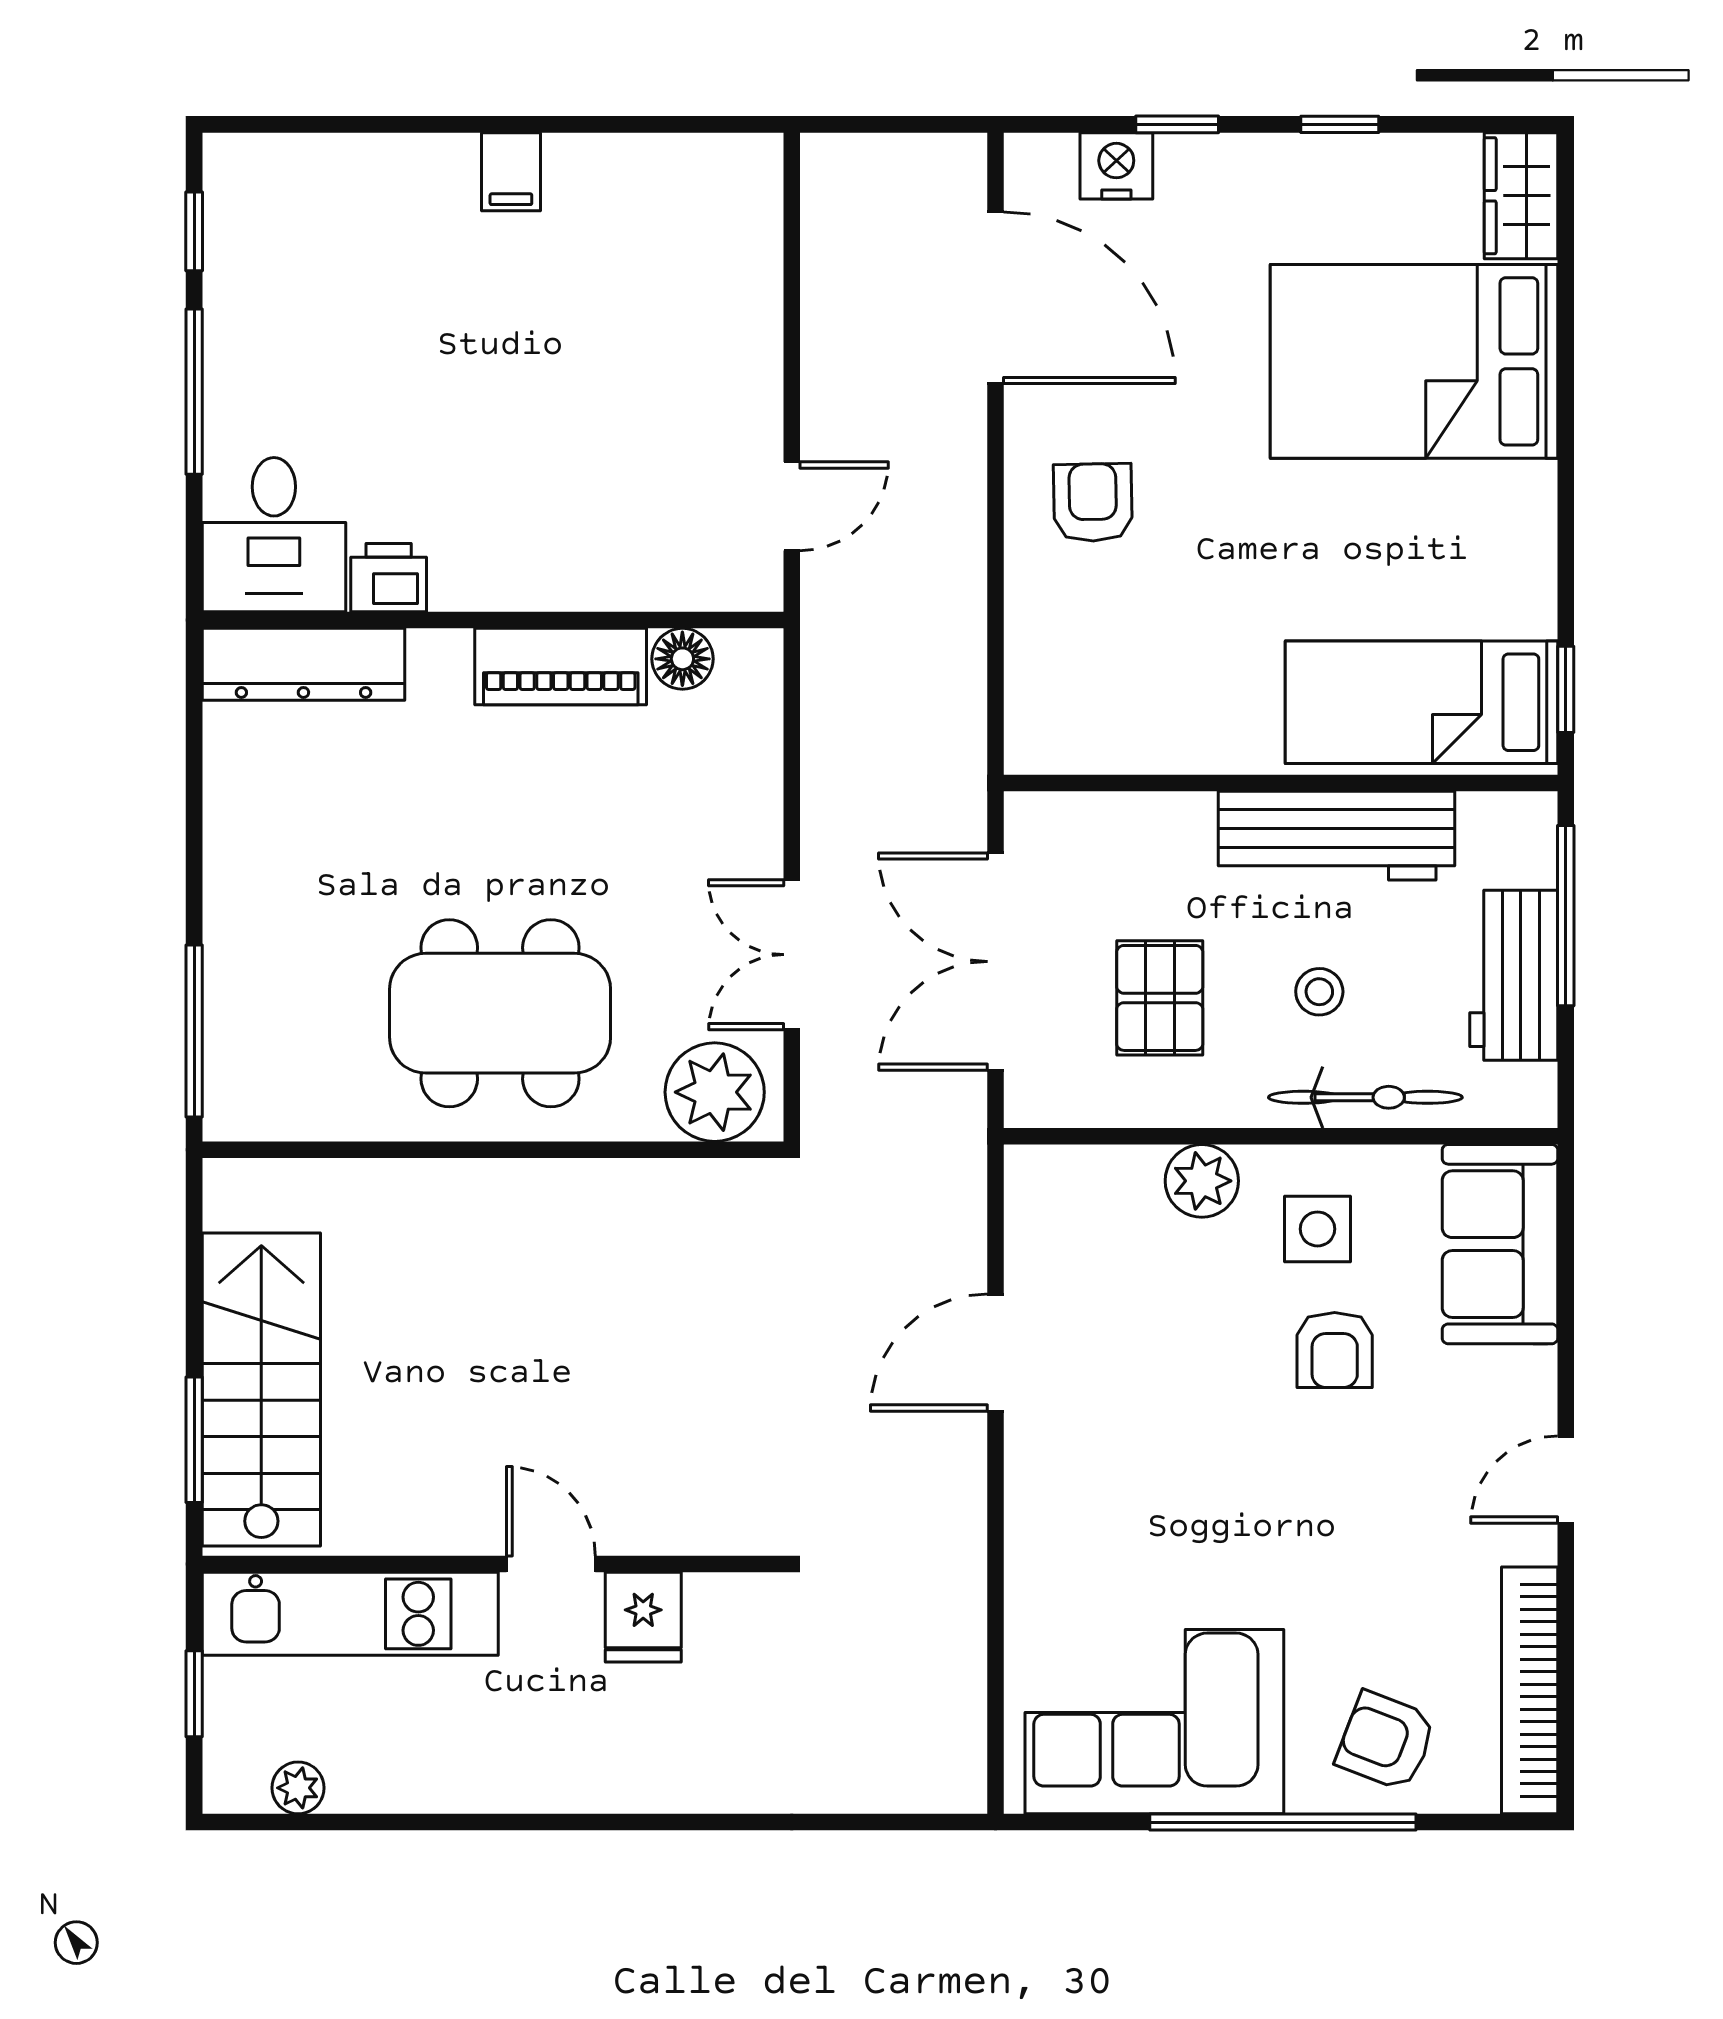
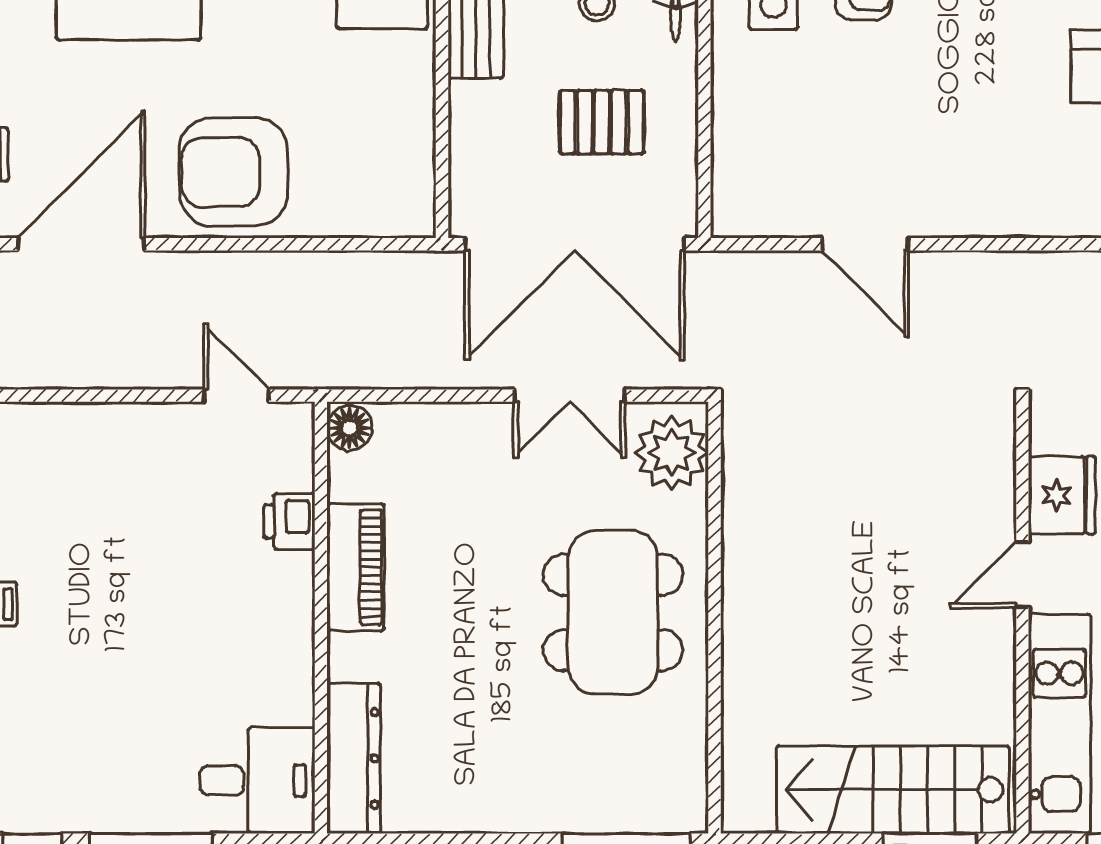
armchair: (1093, 503) -> (233, 172), width x1.88, depth x1.88
printer: (389, 578) -> (289, 521), moved
floor lamp: (682, 659) -> (350, 428), moved
double door: (995, 962) -> (575, 244), width x1.36
plant: (1202, 1181) -> (738, 91), removed
fridge: (643, 1617) -> (1062, 495), width x1.38

